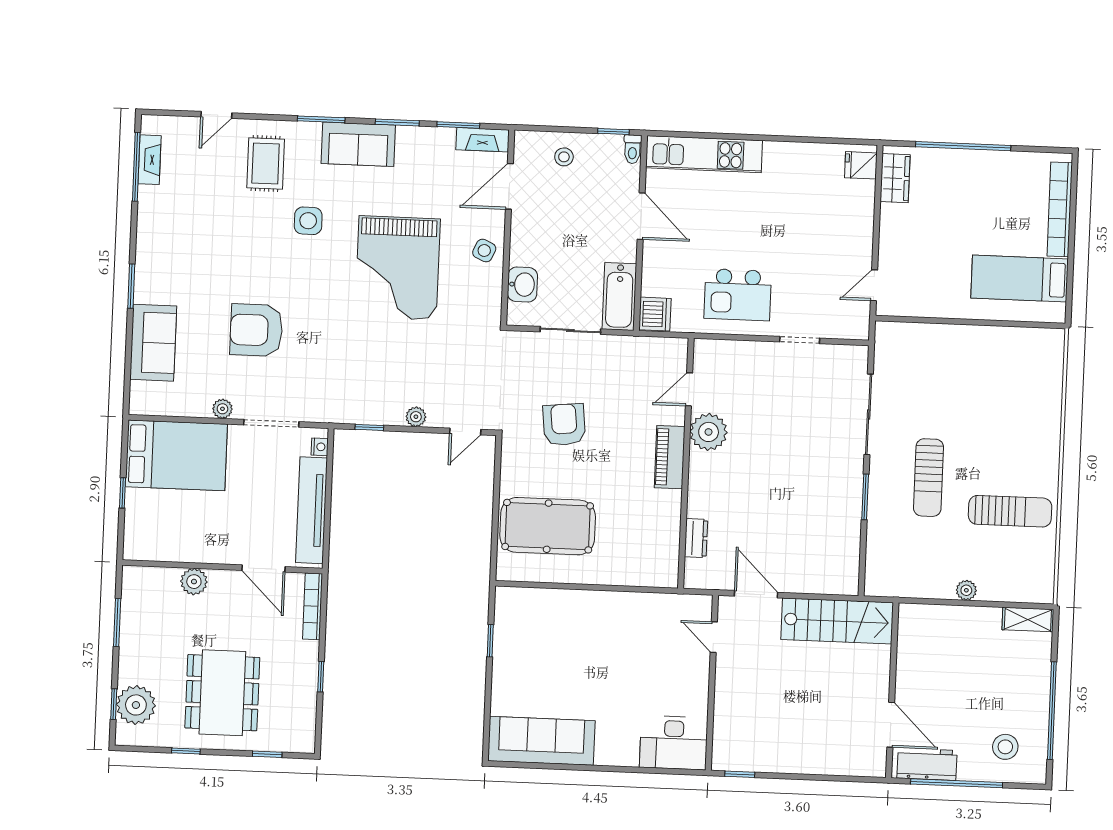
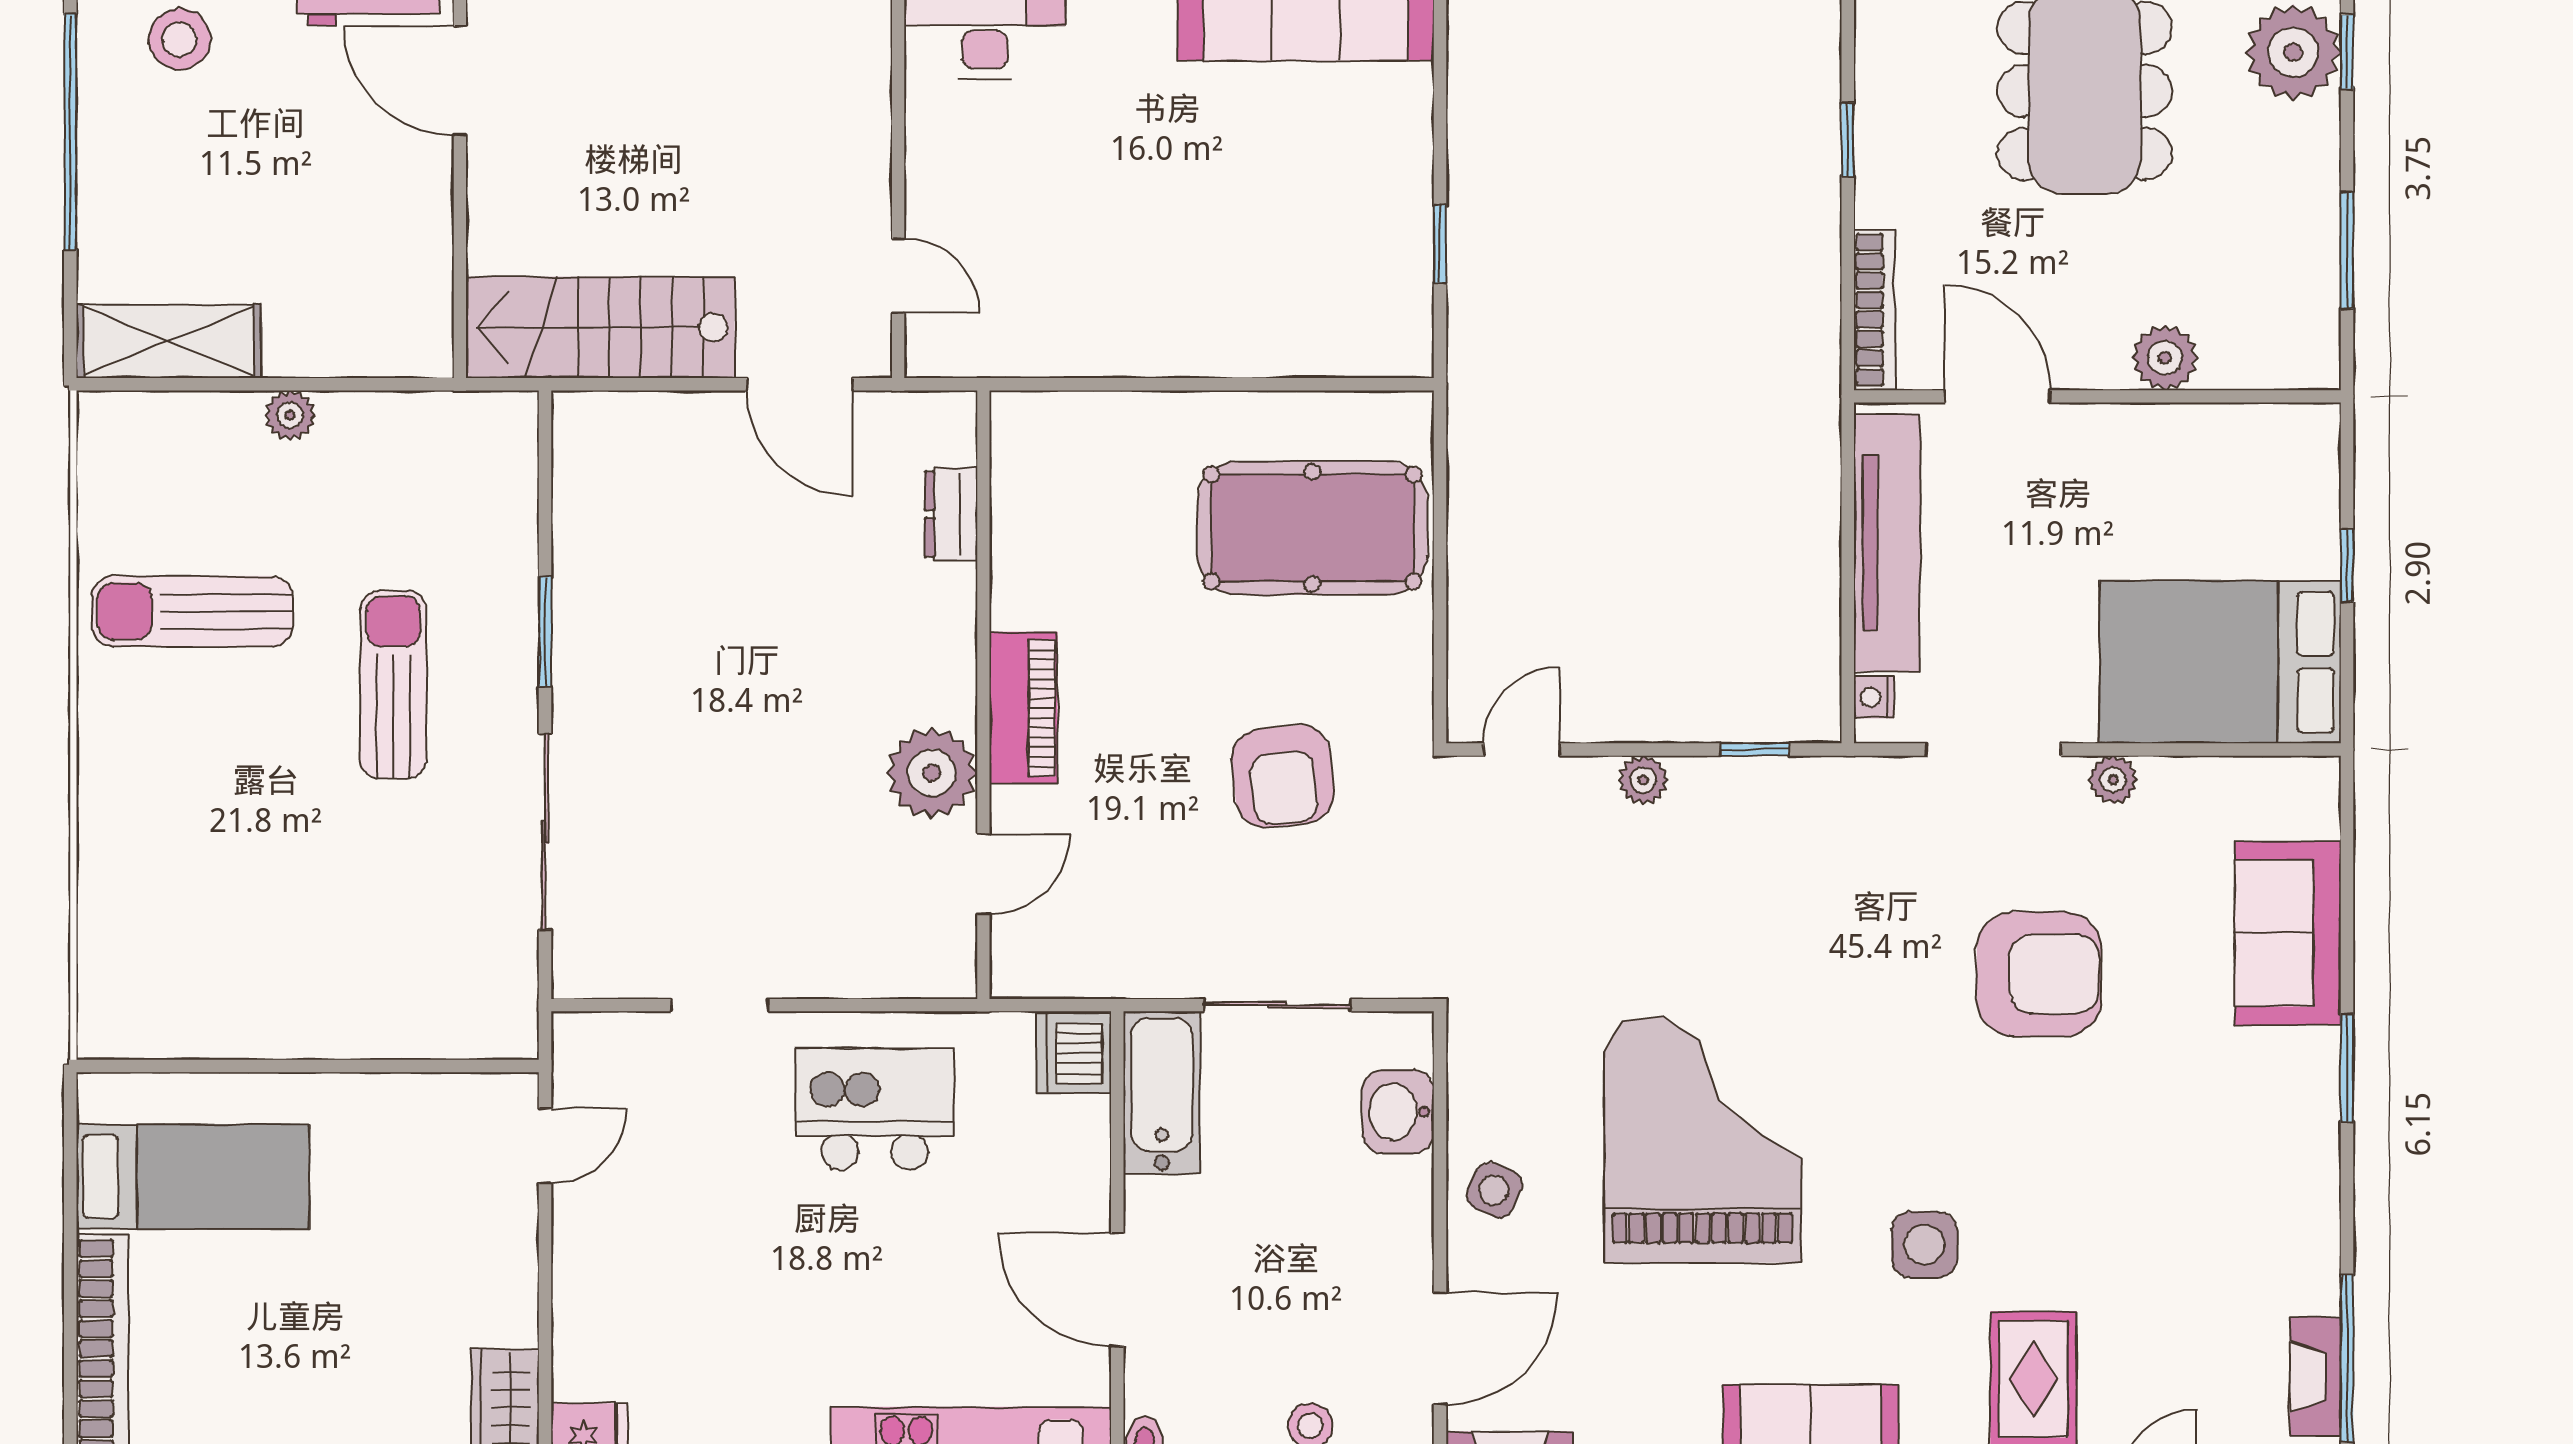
shelving: (1028, 619) -> (169, 341), width x1.50, depth x1.33

